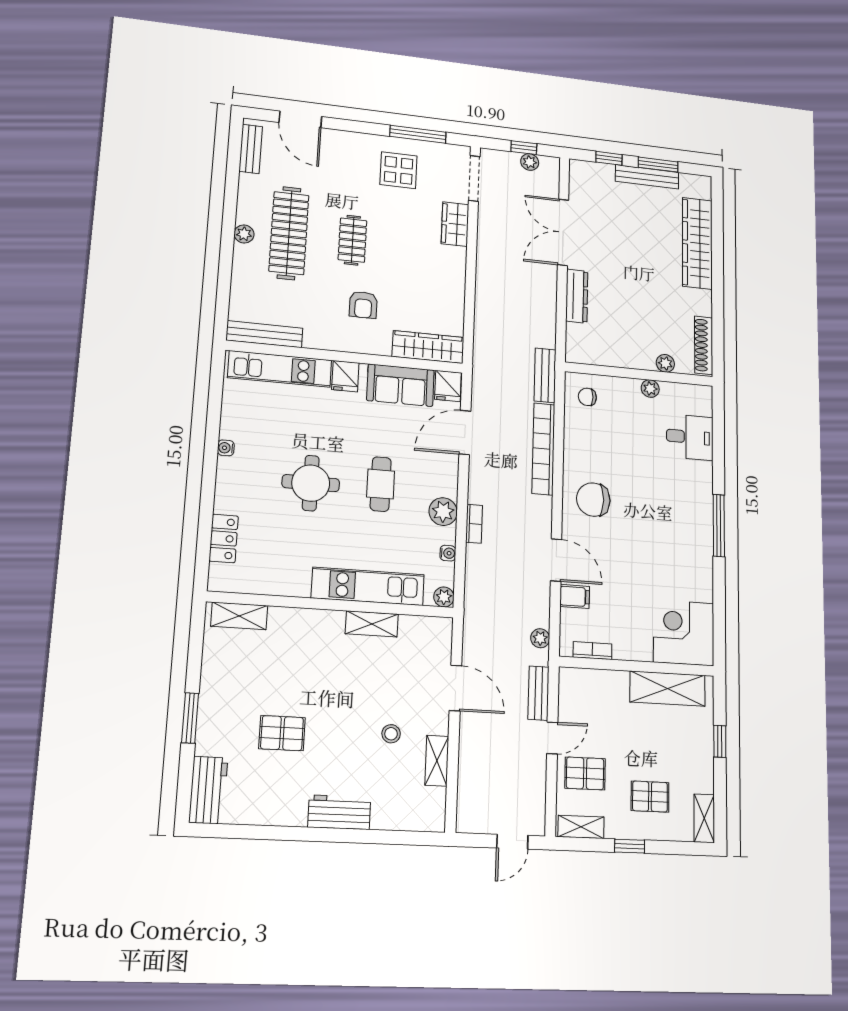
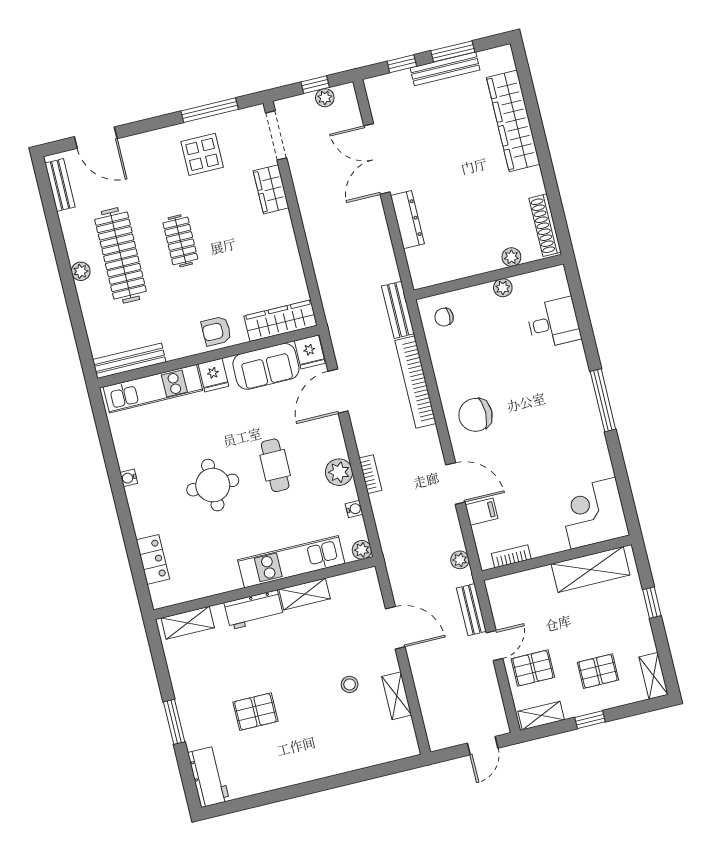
armchair: (363, 305) -> (216, 331), moved, turned 90
workbench: (339, 812) -> (254, 610), moved, turned 180

